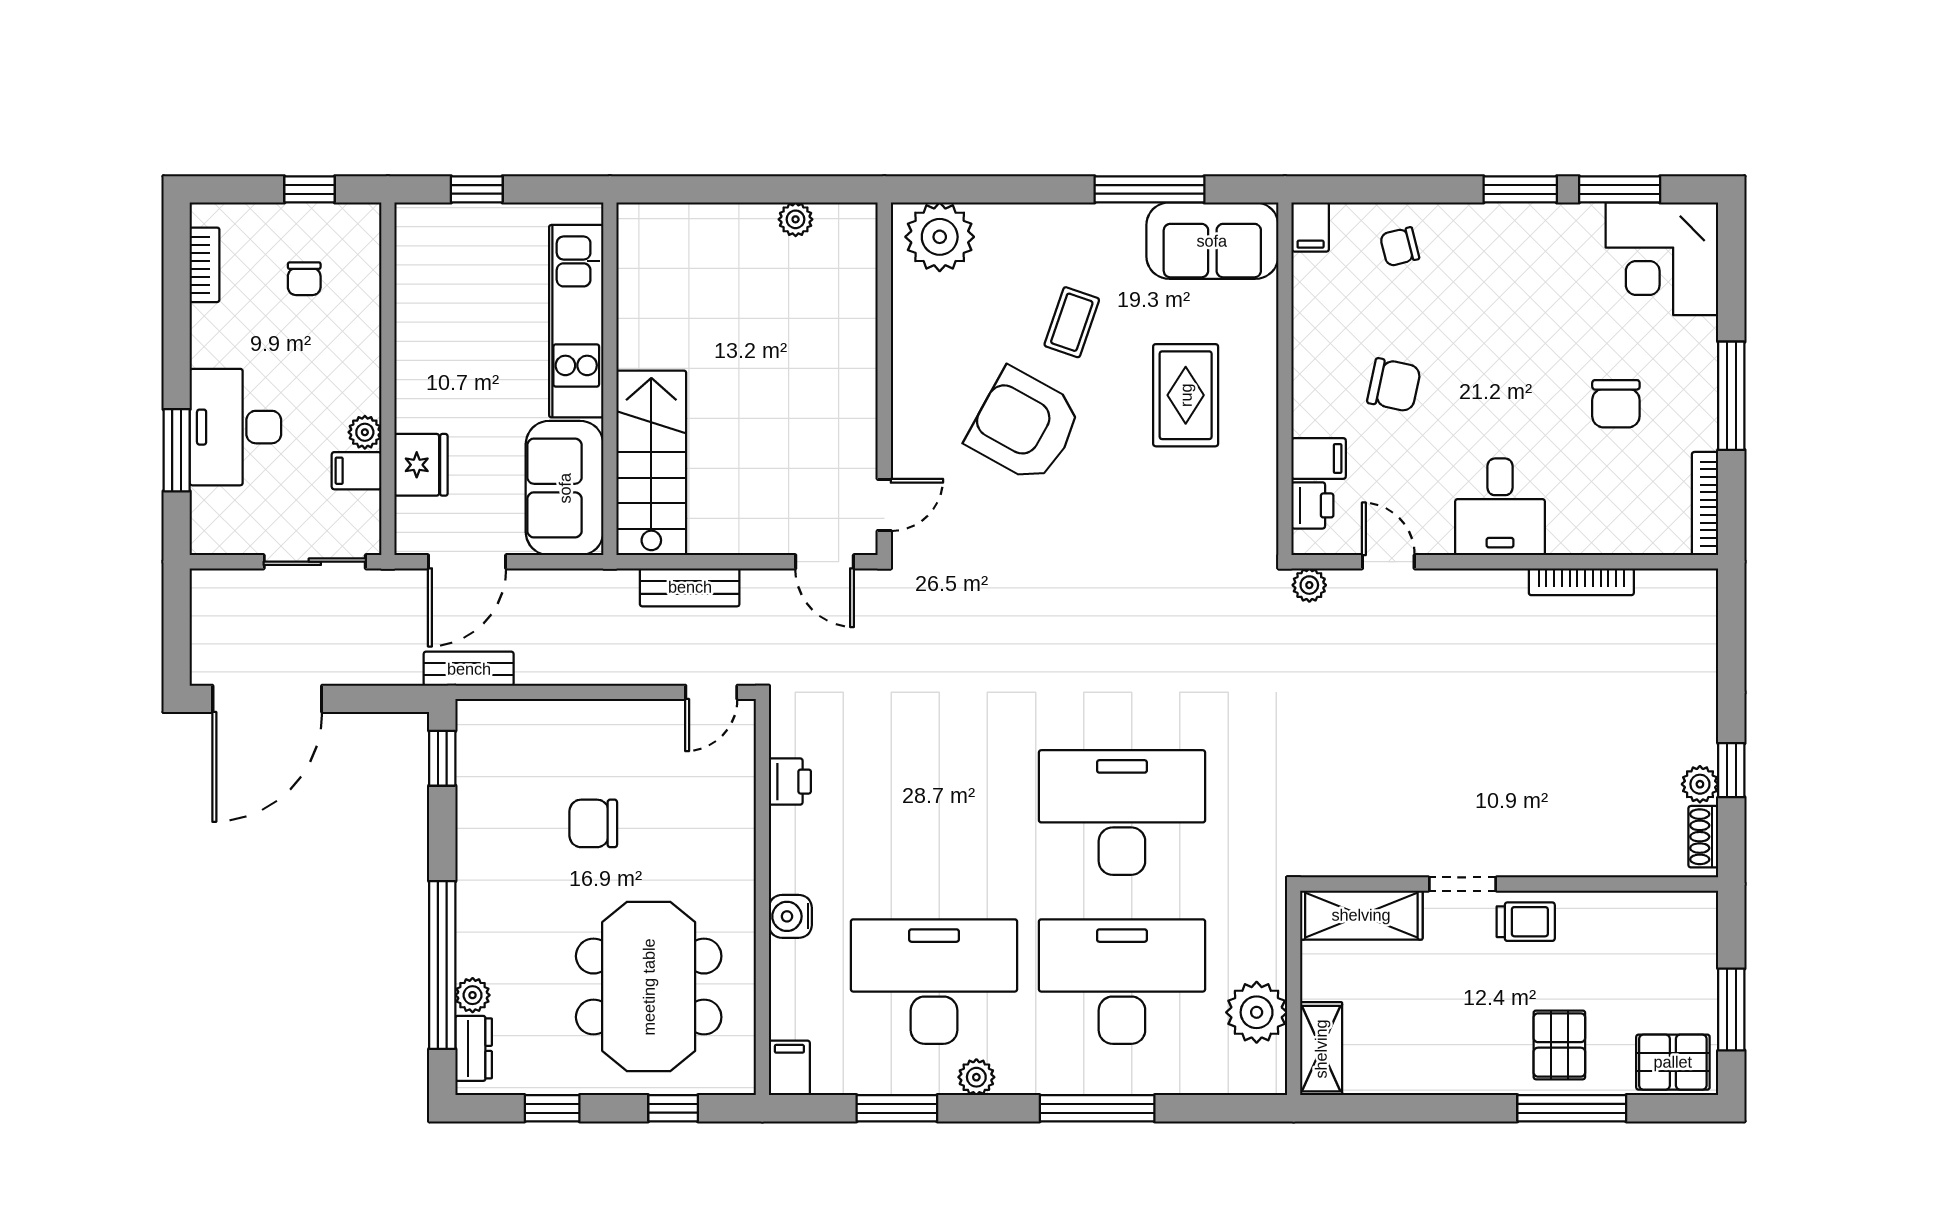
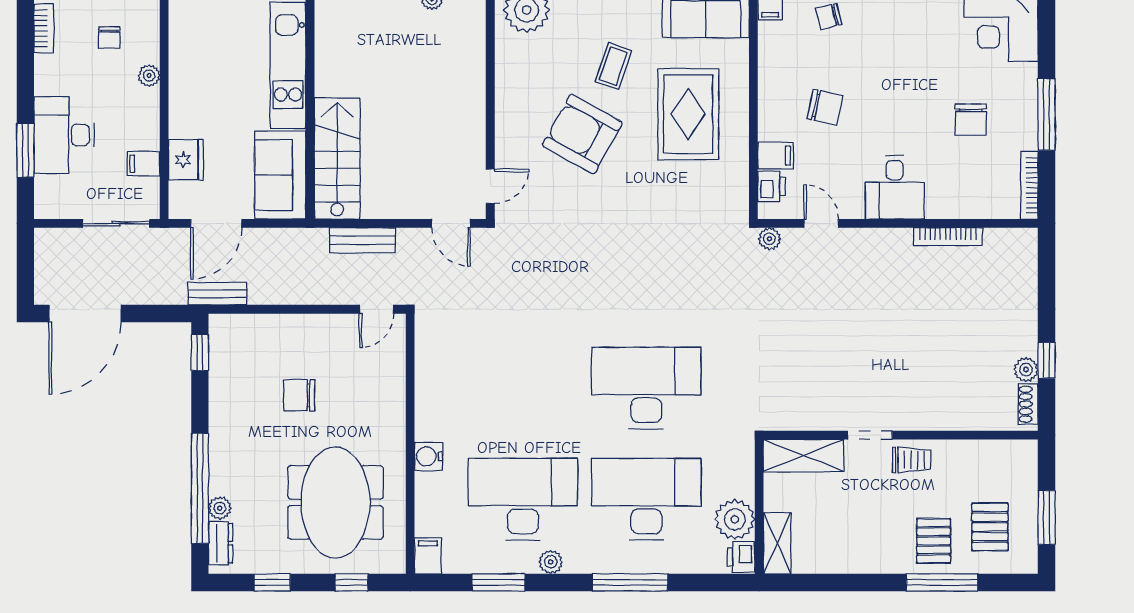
rug: (1186, 395) -> (688, 114), width x1.36, depth x1.43
plant: (365, 432) -> (149, 76), moved
printer: (790, 782) -> (741, 557), moved, turned 180
pallet: (1673, 1062) -> (990, 527), moved, turned 90

